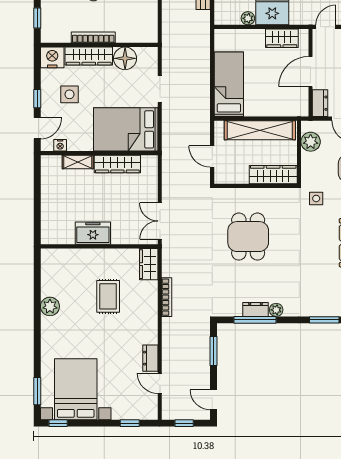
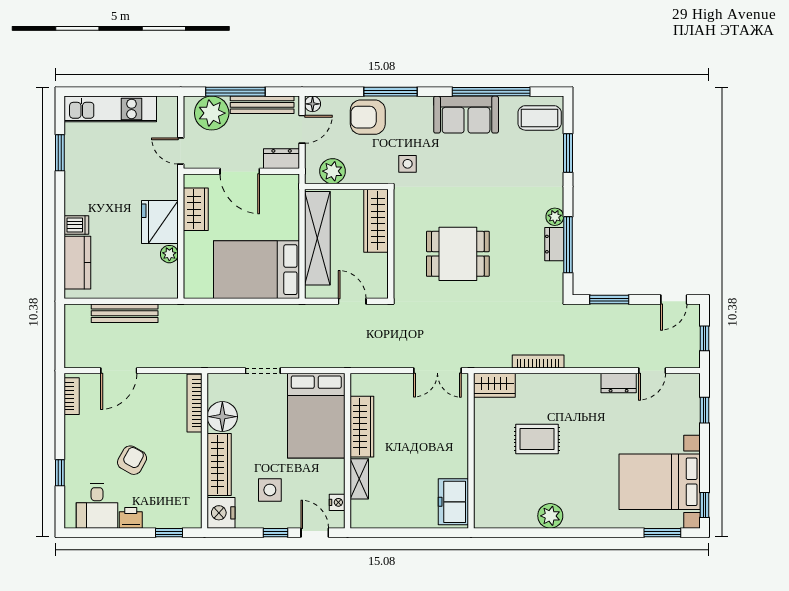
bookcase: (93, 37) -> (195, 403), moved
bed: (229, 84) -> (257, 270), width x1.50
door: (212, 157) -> (352, 301), swing flipped
freezer: (93, 233) -> (453, 502), moved

